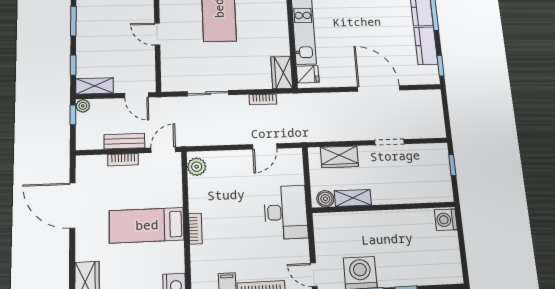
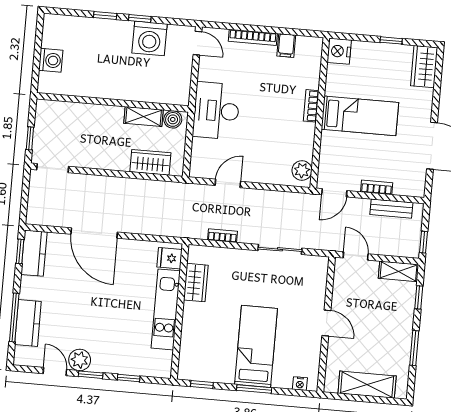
kitchen counter: (426, 46) -> (34, 253), moved
wardrobe: (282, 73) -> (196, 283), moved
plant: (83, 106) -> (412, 251), removed
bench: (124, 141) -> (391, 209), moved
doorway: (390, 142) -> (53, 168), moved
washing machine: (446, 220) -> (51, 60), moved

